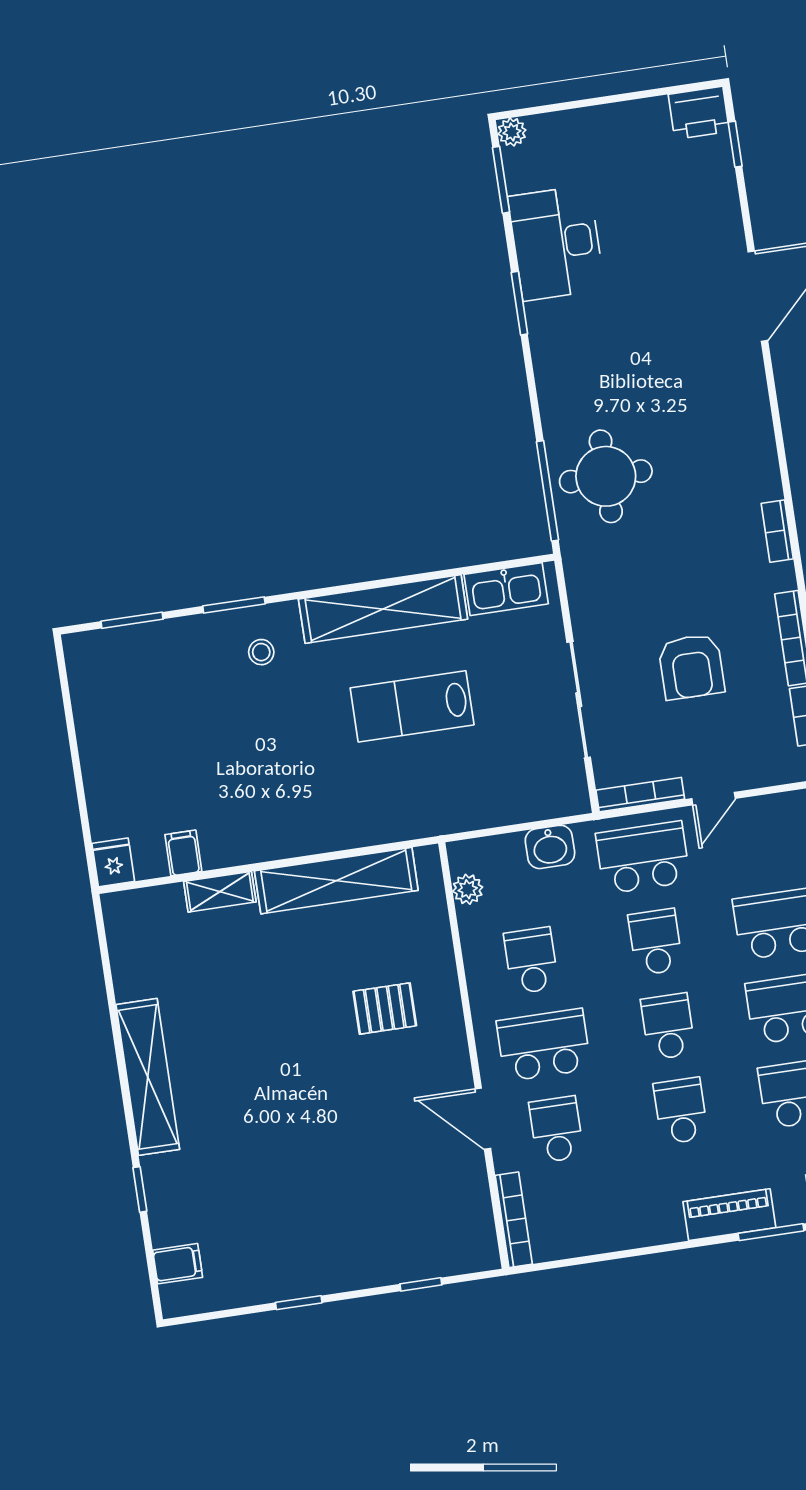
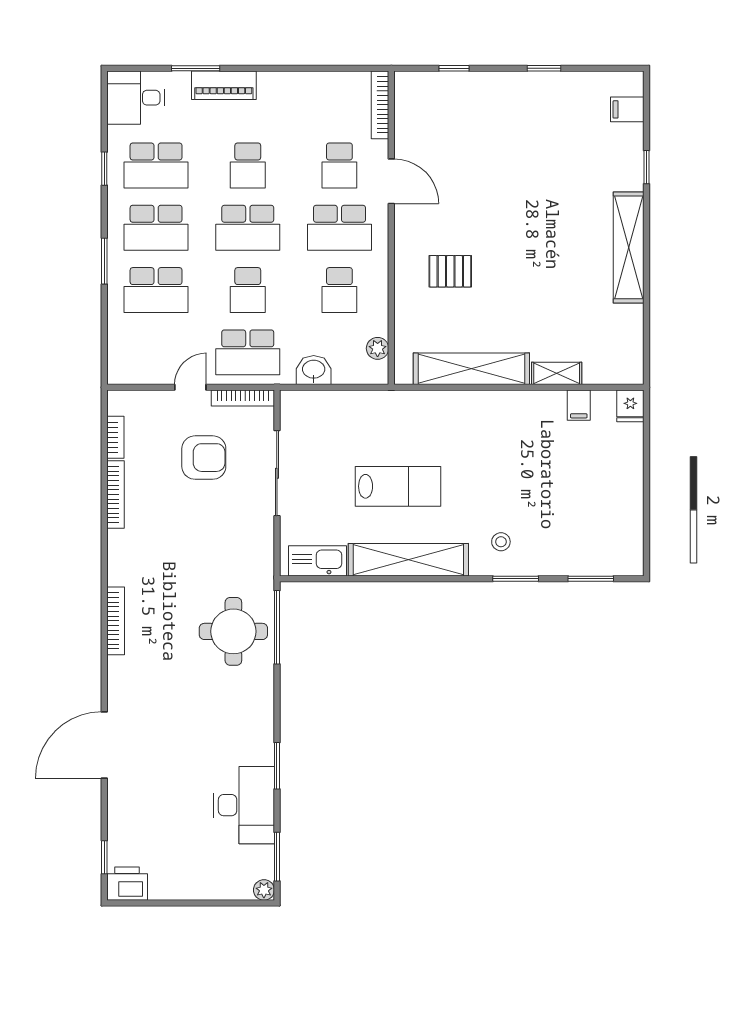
bookcase: (777, 531) -> (116, 621), moved, width x1.56
armchair: (691, 667) -> (204, 458), moved, turned 90
school desk: (668, 1026) -> (248, 228), width x1.85

